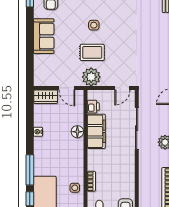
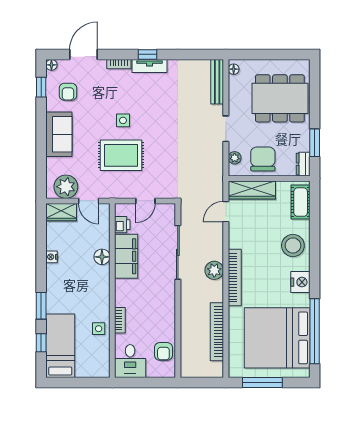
rug: (92, 52) -> (121, 155), width x1.36, depth x1.43
plant: (91, 77) -> (66, 187), moved
door: (122, 88) -> (145, 201), moved
window: (30, 170) -> (41, 306), width x0.69

